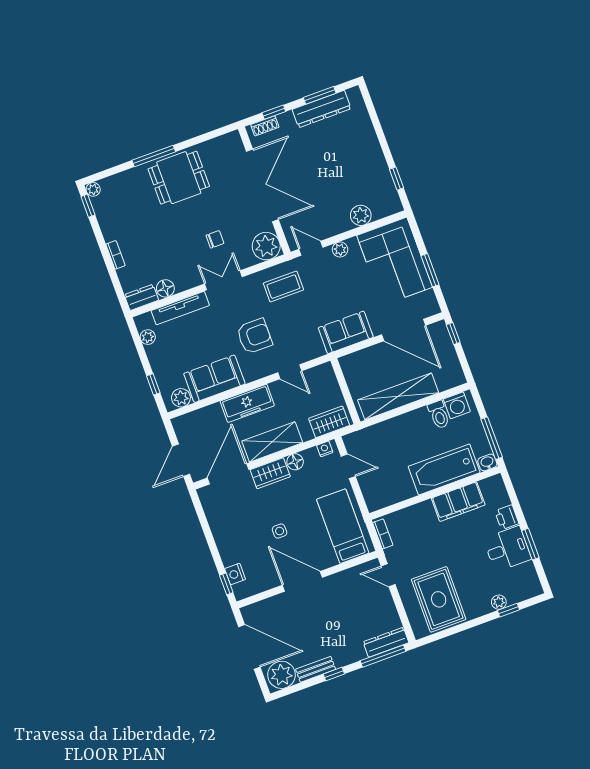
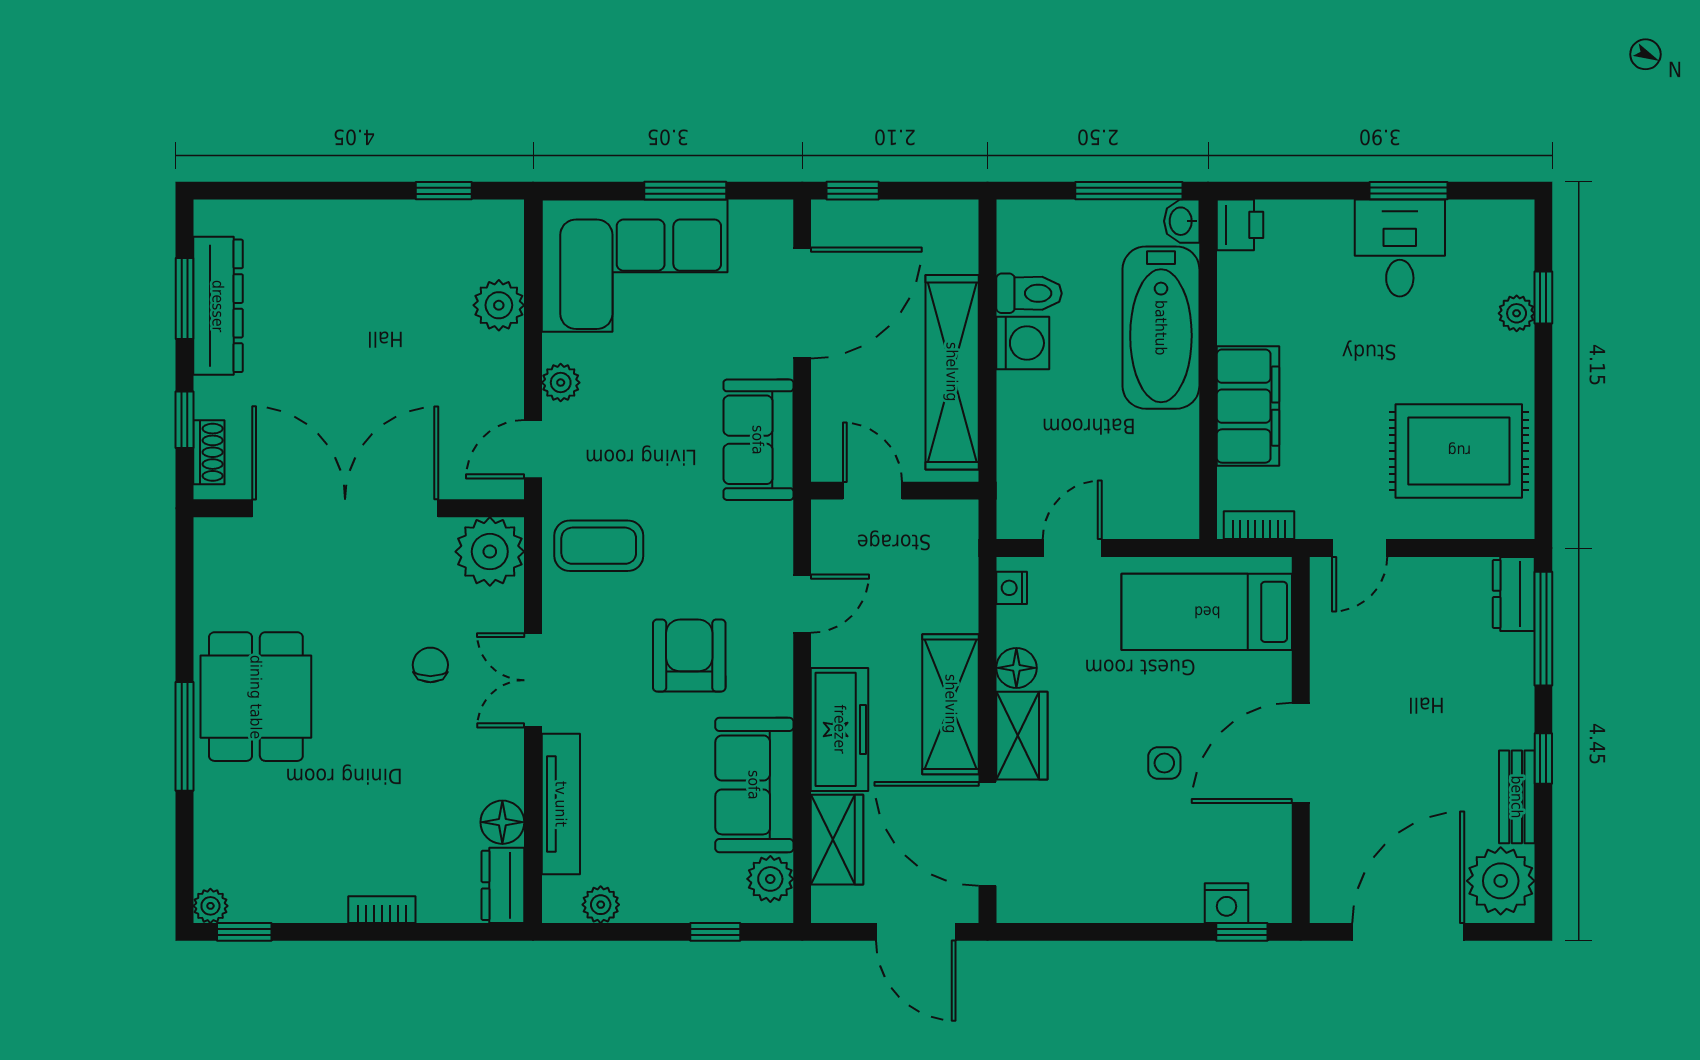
coffee table: (283, 287) -> (599, 546), turned 90
door: (342, 383) -> (873, 491), added
washing machine: (457, 405) -> (1023, 343), moved
wardrobe: (329, 422) -> (837, 840), moved, turned 180
filing cabinet: (458, 502) -> (1248, 406), moved
printer: (507, 517) -> (1240, 225), moved, turned -90
dresser: (386, 642) -> (1514, 594), width x0.70

